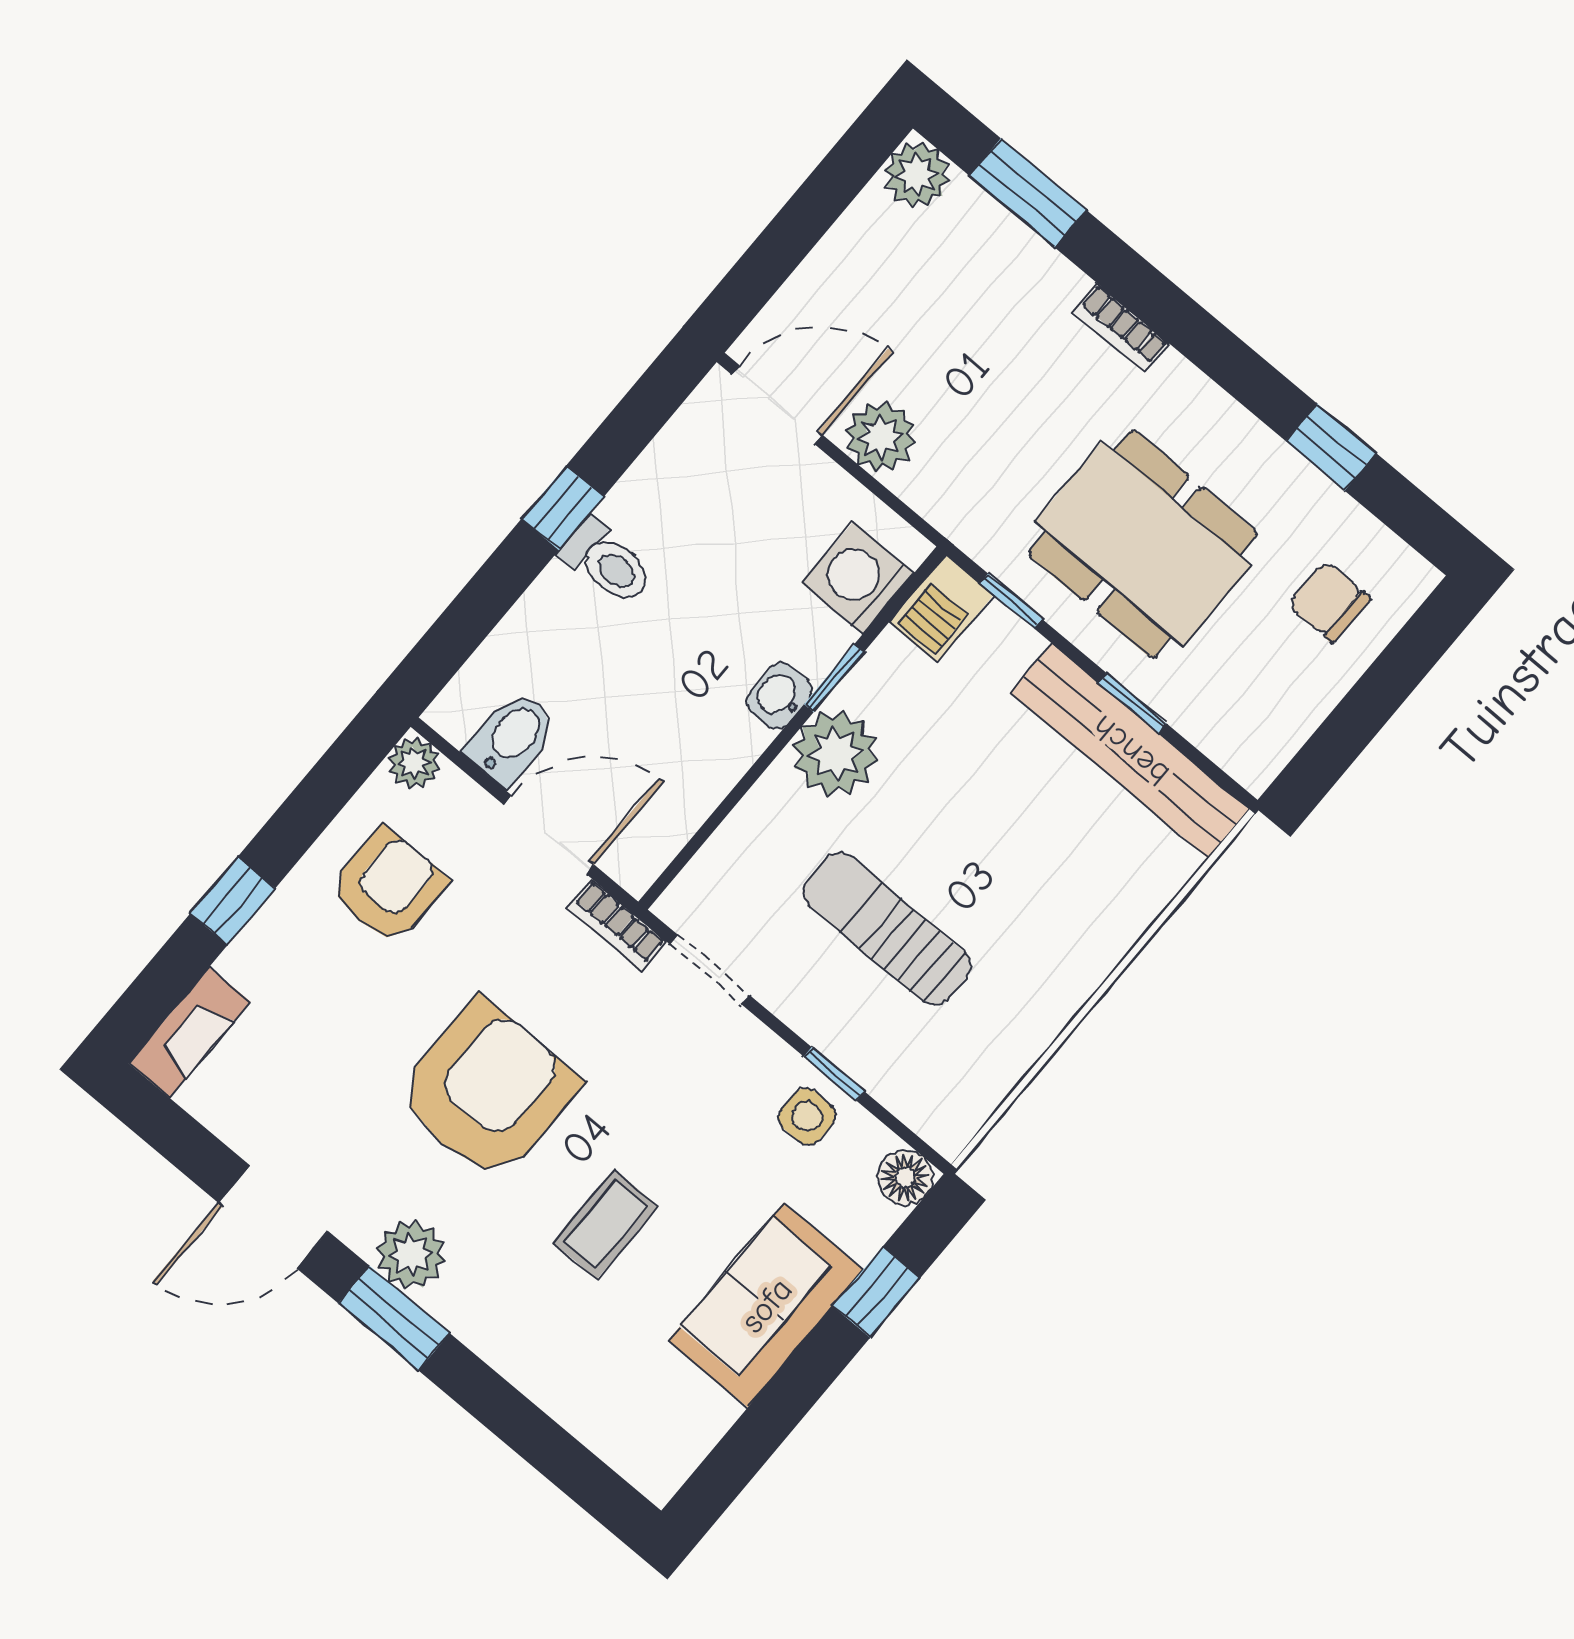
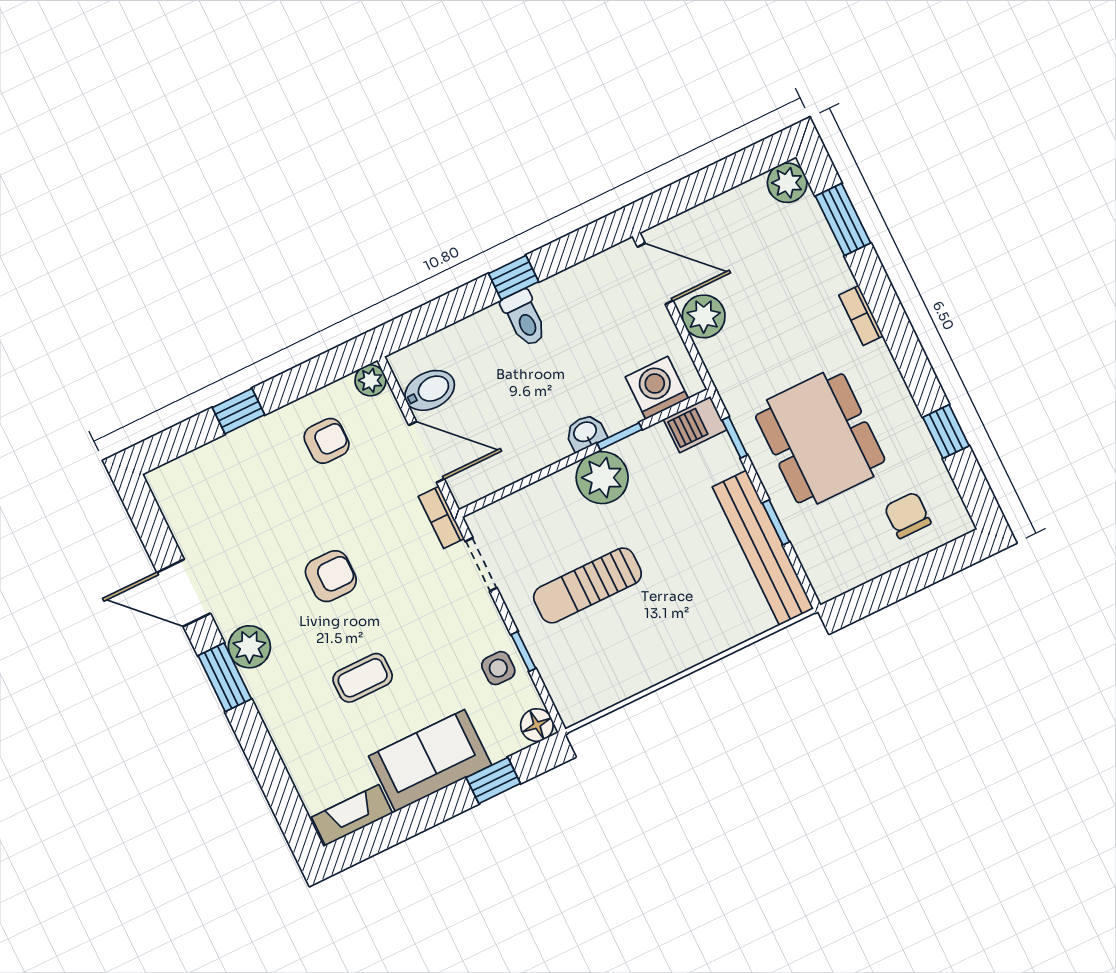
armchair: (388, 886) -> (327, 441), width x0.72, depth x0.72
sun lounger: (887, 929) -> (587, 585), turned -90
fireplace: (189, 1032) -> (352, 815), moved, turned 180
armchair: (487, 1090) -> (331, 576), width x0.53, depth x0.53

